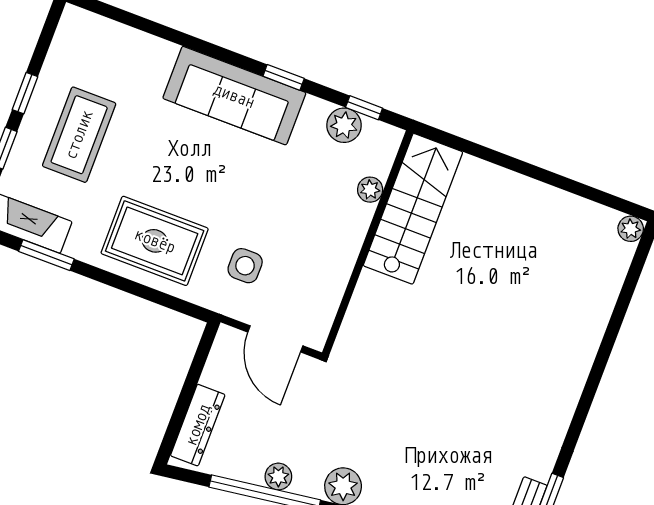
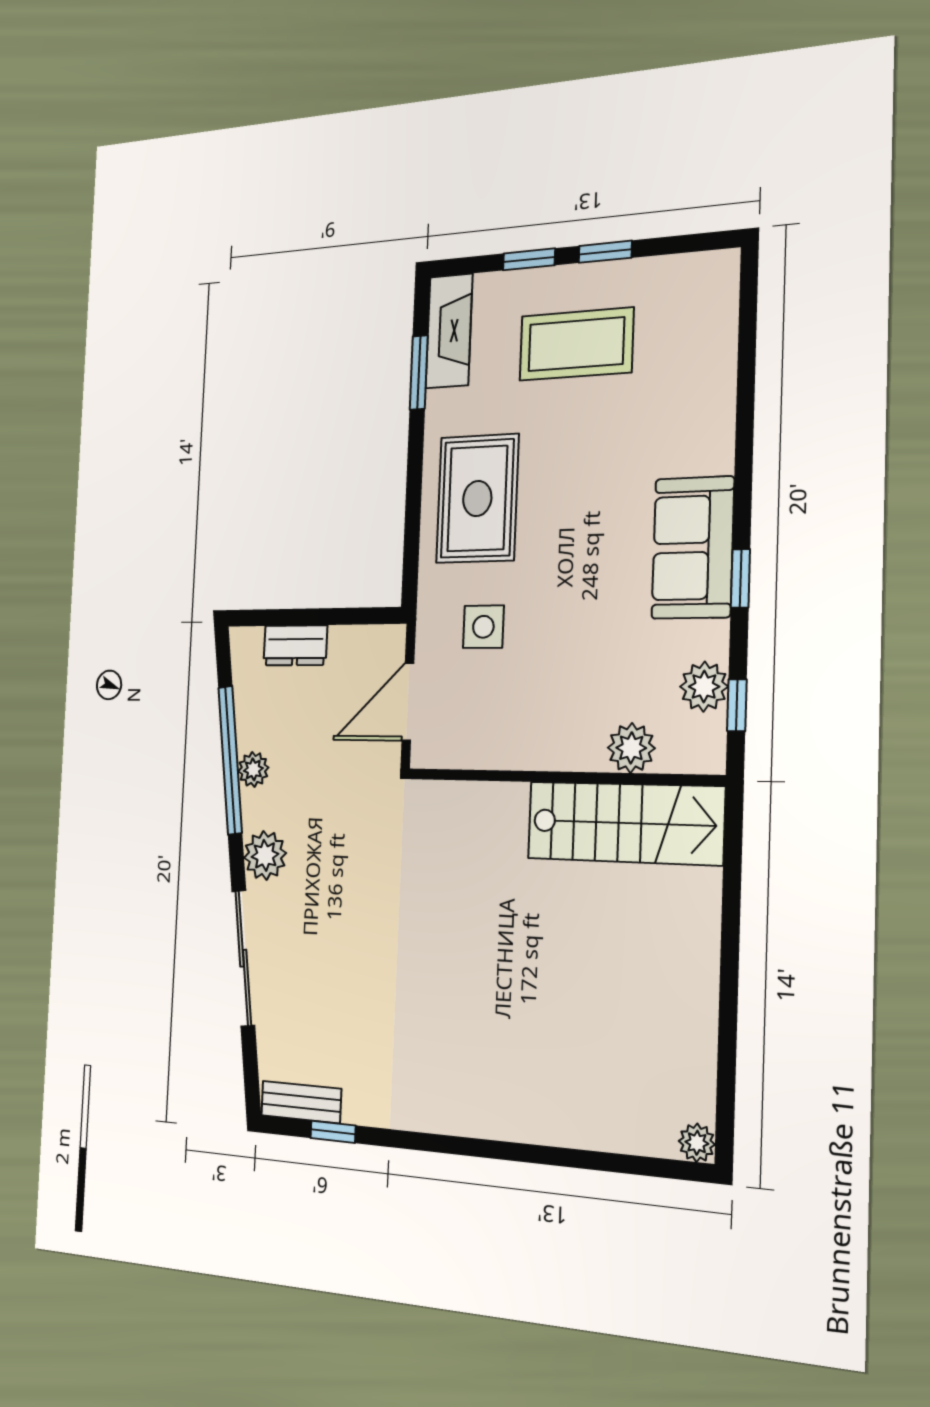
sofa: (234, 96) -> (693, 548), width x0.73
plant: (370, 190) -> (631, 748), width x1.38, depth x1.38
dresser: (198, 425) -> (295, 645), width x0.70

